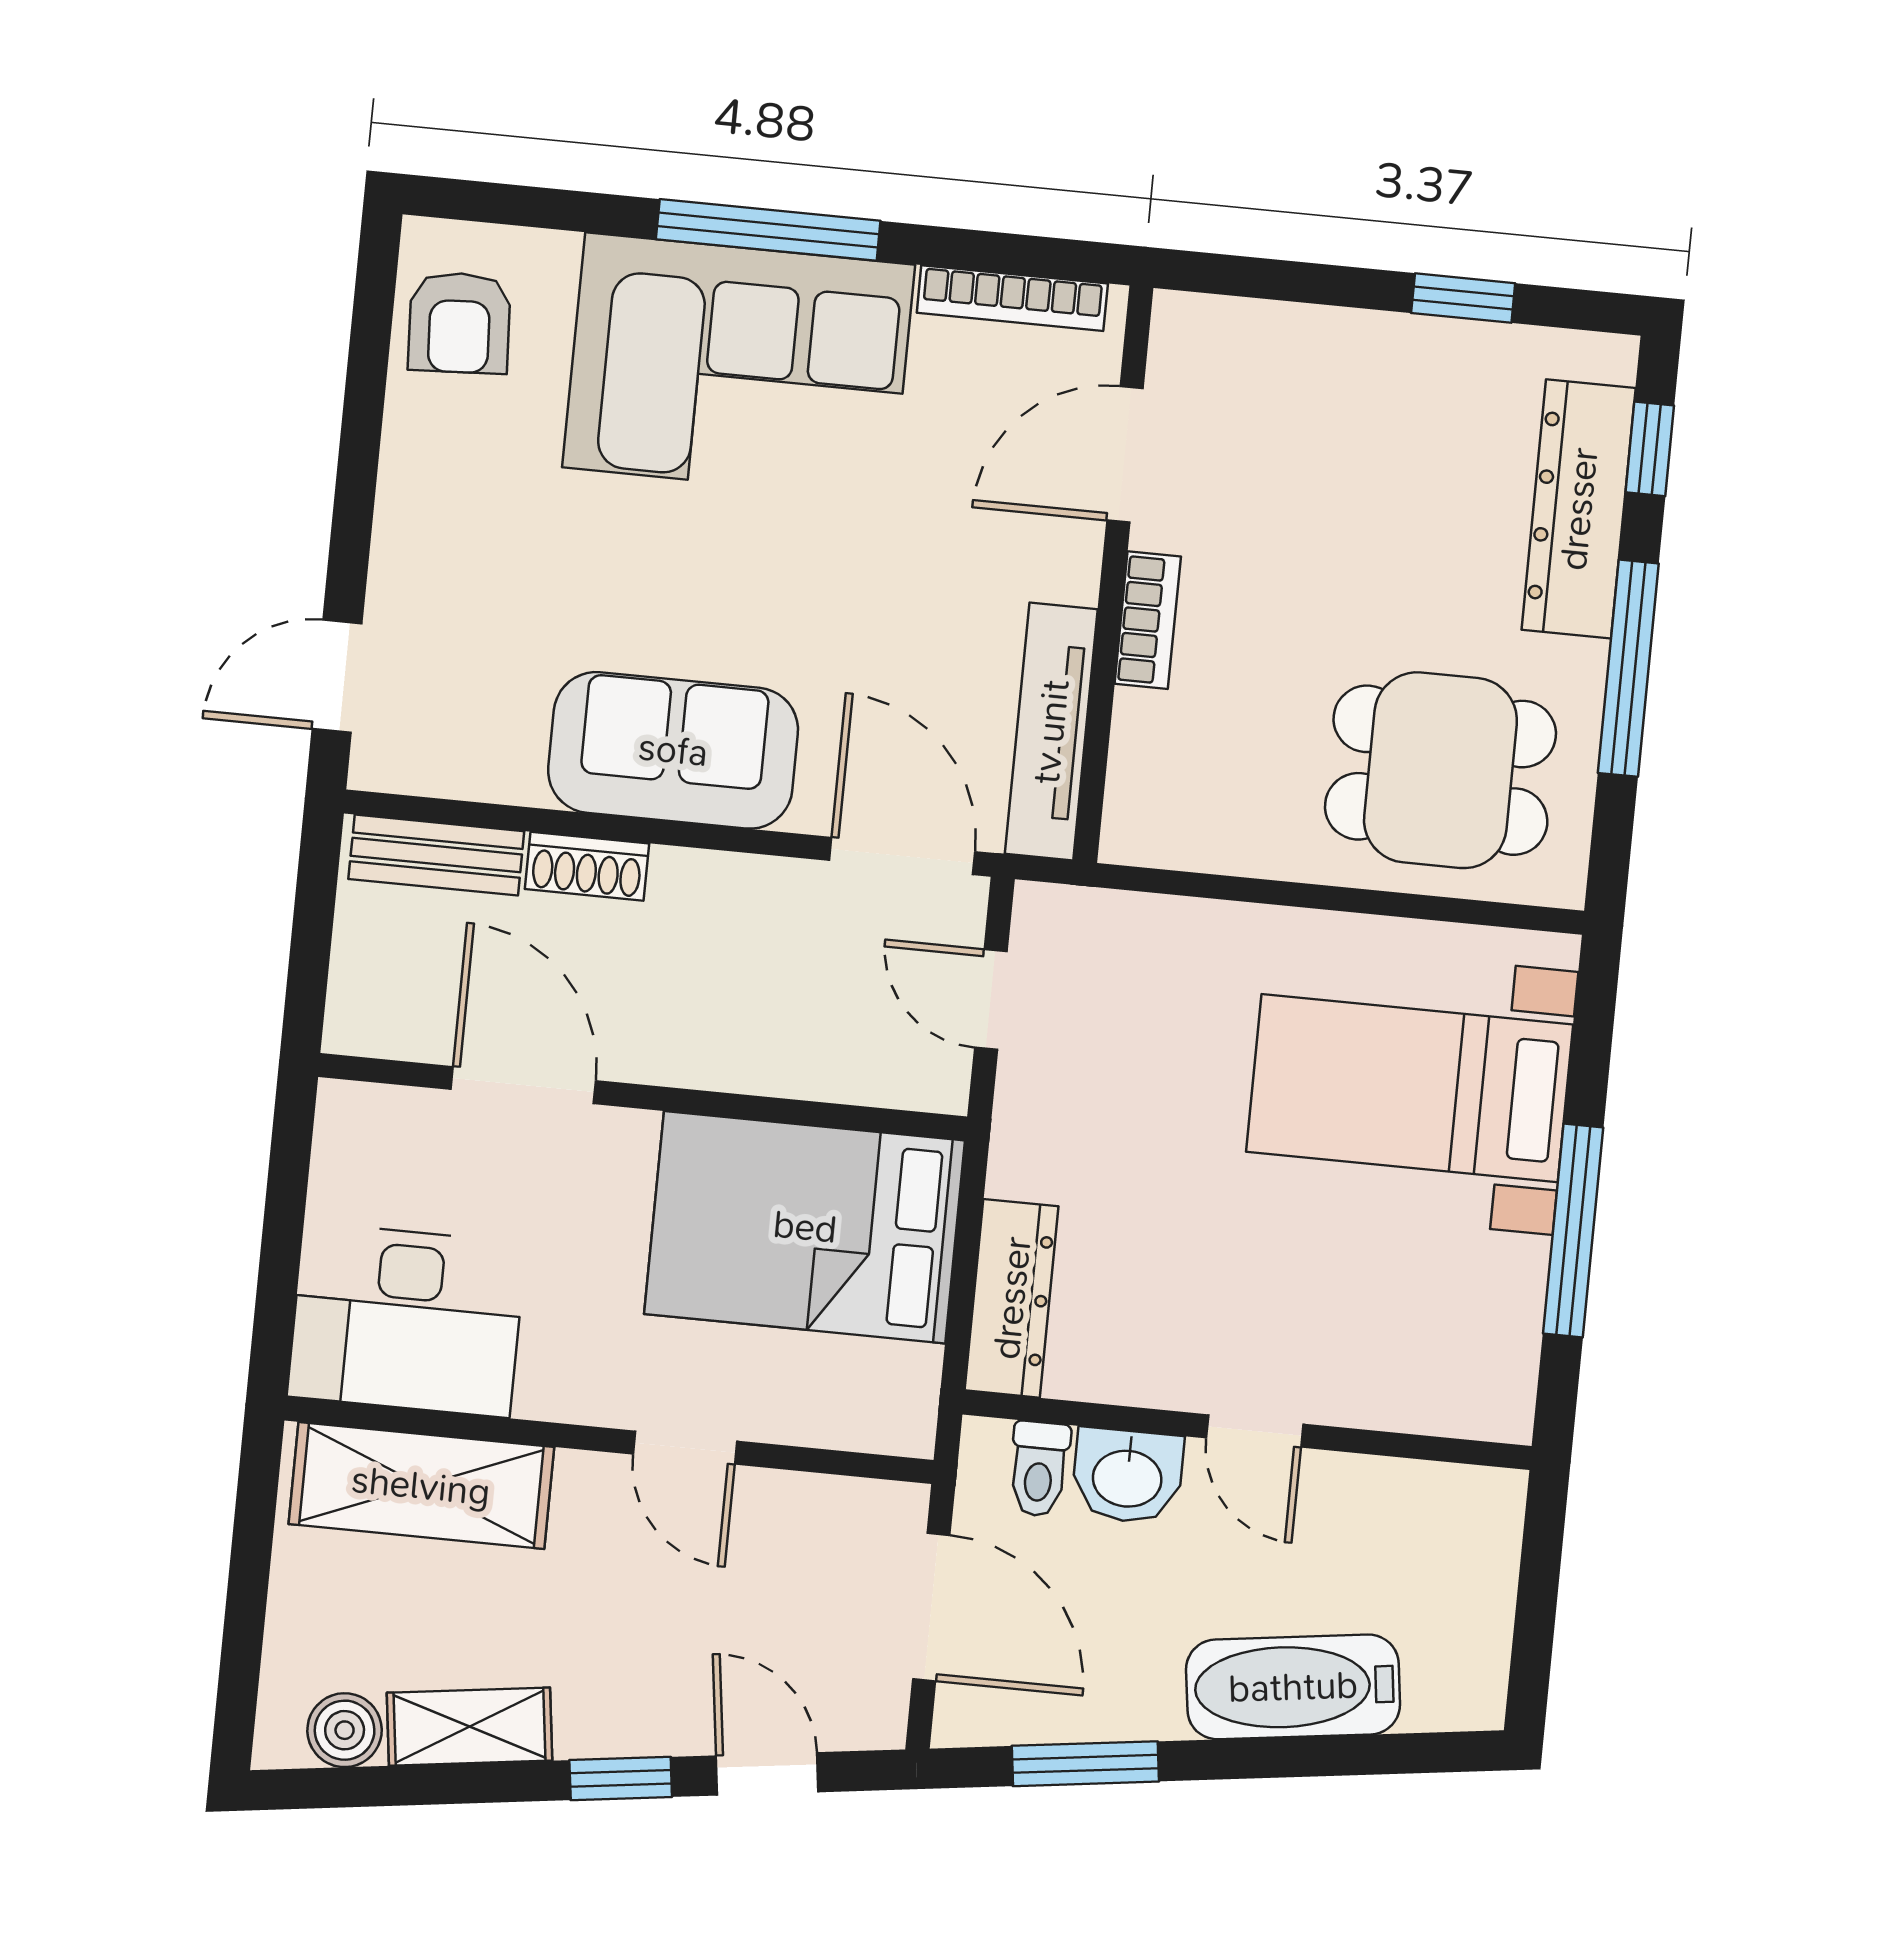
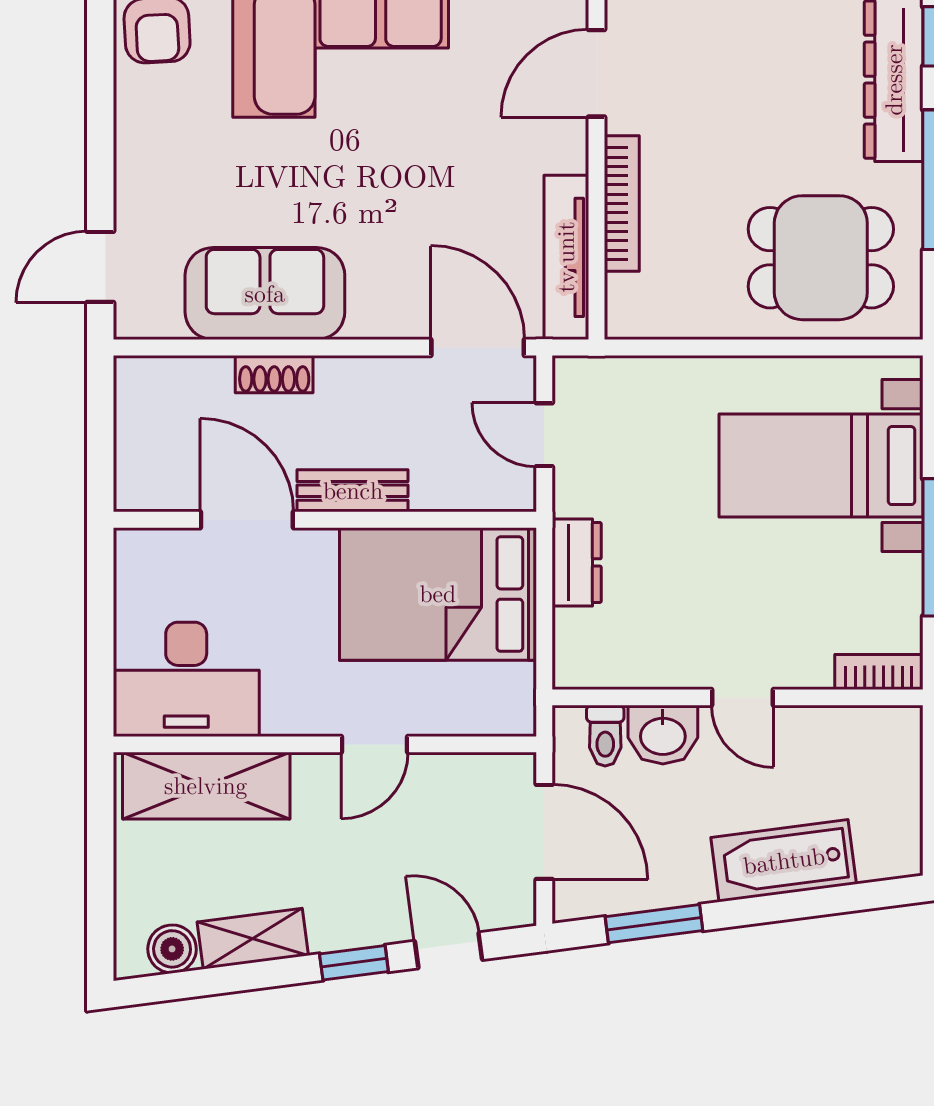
bookcase: (1148, 620) -> (622, 204), width x1.56
sofa: (673, 750) -> (265, 294), moved
bench: (436, 855) -> (353, 491), moved
dresser: (1012, 1298) -> (577, 562), moved, width x0.70
bookcase: (1467, 1412) -> (879, 672), added
door: (685, 1448) -> (375, 744), hinge flipped

